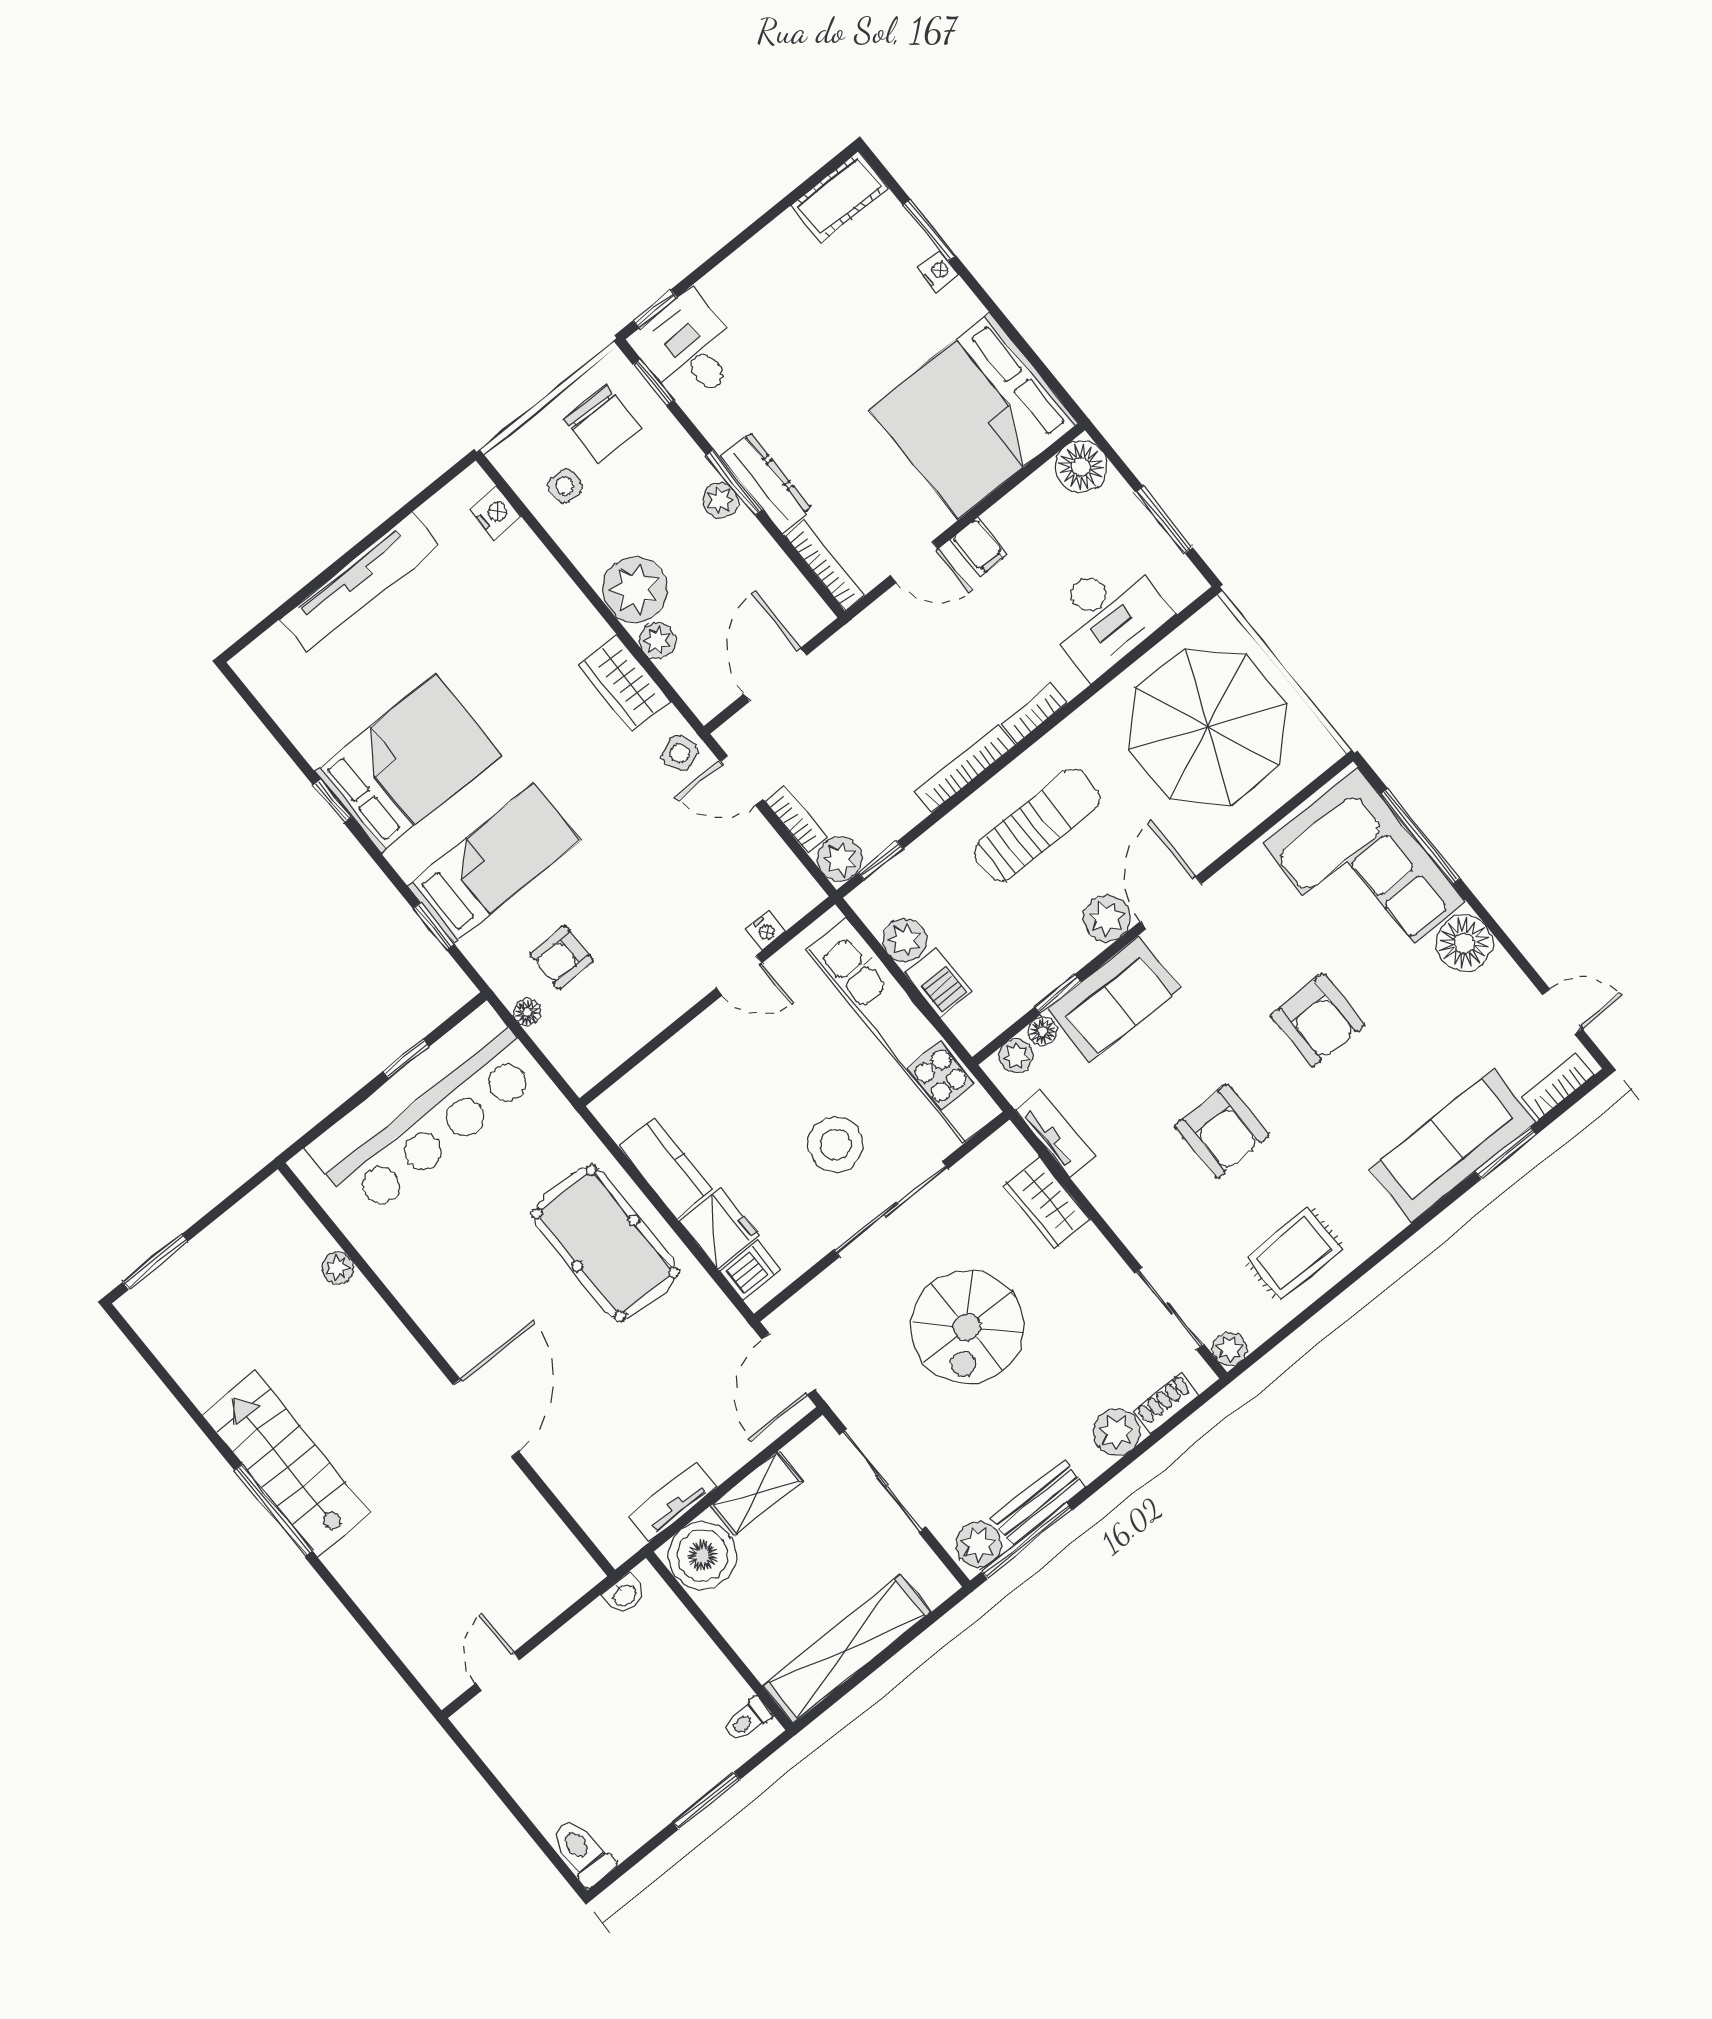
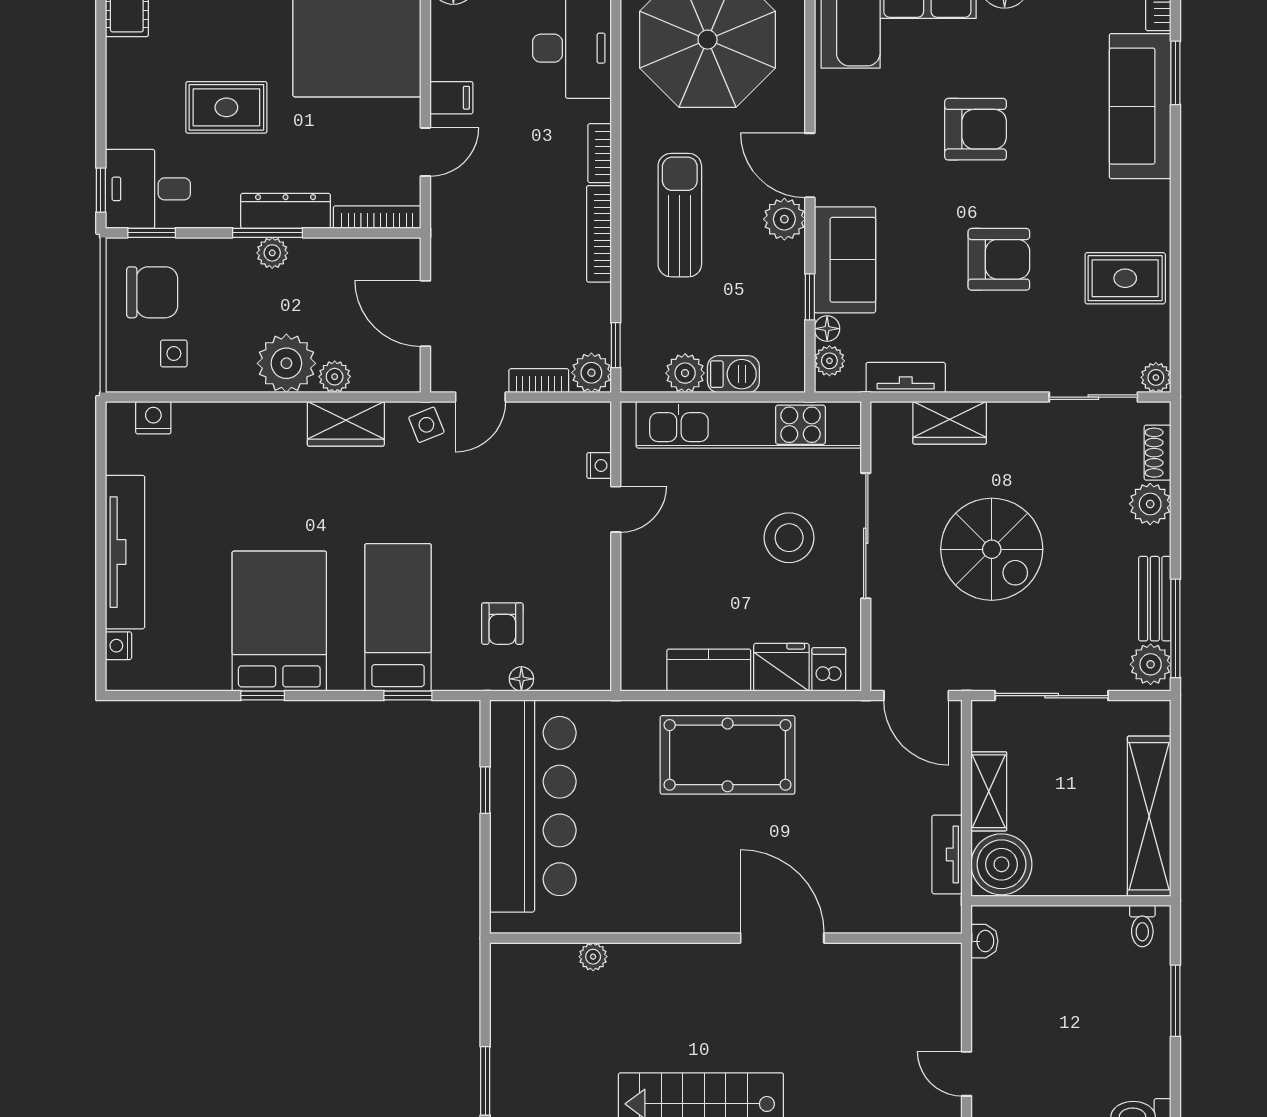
rug: (814, 359) -> (226, 107), added
nightstand: (275, 642) -> (118, 646), added
rug: (1294, 1253) -> (1125, 278), turned 90

